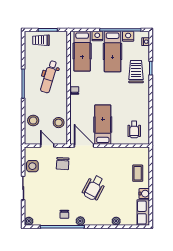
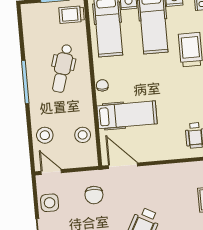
trolley: (41, 40) -> (72, 15), moved
hospital bed: (103, 125) -> (127, 115), moved, turned 90
door: (47, 146) -> (51, 172), moved

